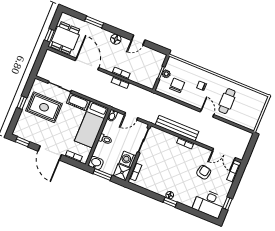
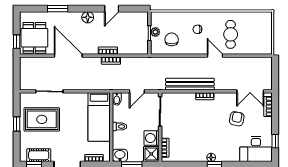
cot: (78, 102) -> (39, 155), moved

